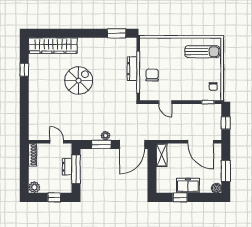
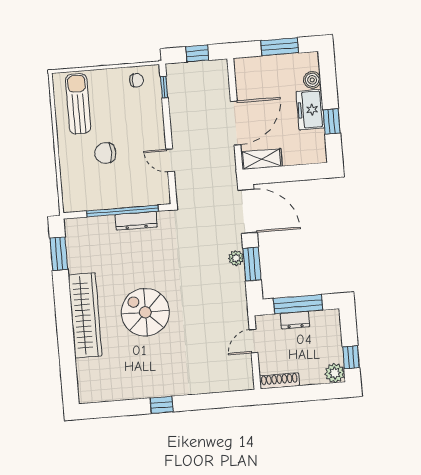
wardrobe: (53, 46) -> (85, 315), moved
dresser: (132, 69) -> (136, 221), moved
window: (24, 70) -> (162, 405), moved
chair: (152, 75) -> (105, 153), moved
door: (165, 102) -> (170, 160), swing flipped
door: (201, 142) -> (236, 123), moved
boiler: (216, 188) -> (312, 80), moved
window: (54, 197) -> (351, 357), moved

